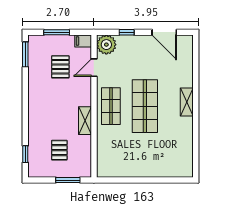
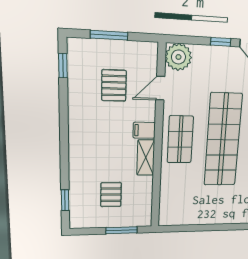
window: (127, 32) -> (221, 42), moved
filing cabinet: (83, 41) -> (144, 130), moved
window: (25, 54) -> (63, 66), width x0.67
shop shelf: (145, 106) -> (223, 140), width x1.40

